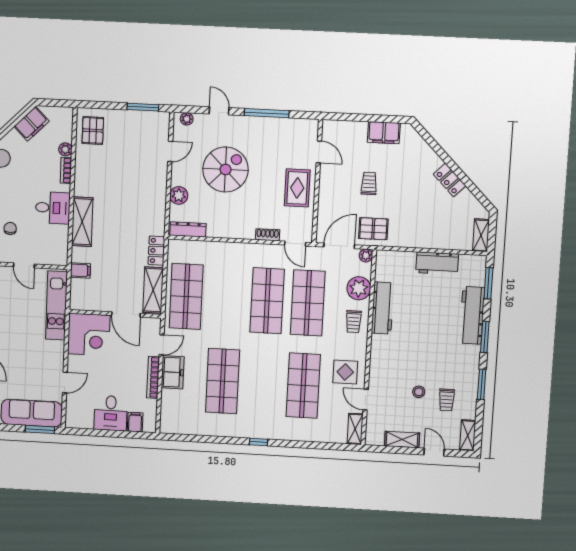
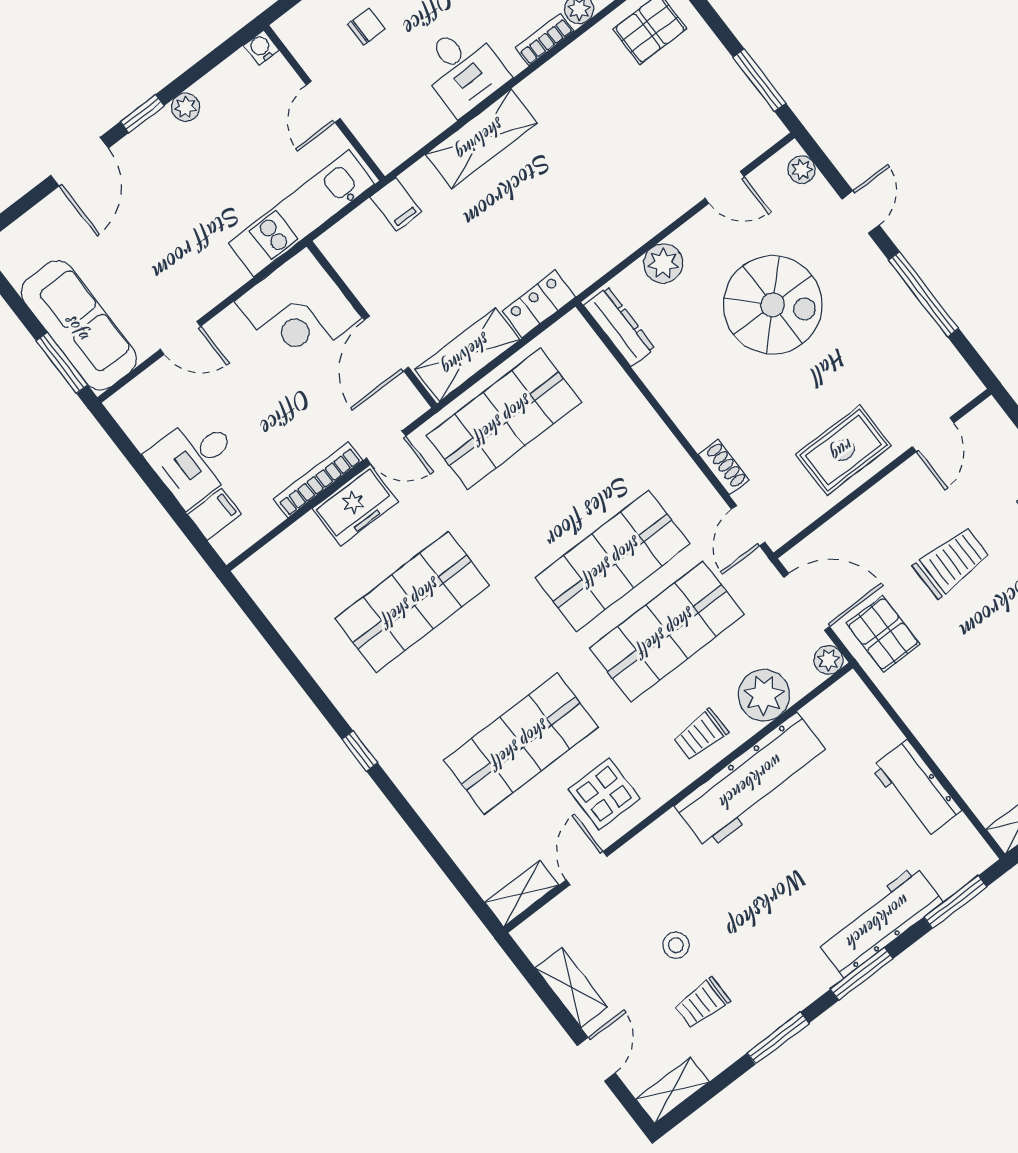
trolley: (369, 183) -> (952, 562), width x1.36, depth x1.39
workbench: (382, 308) -> (752, 781), width x1.36, depth x1.32

